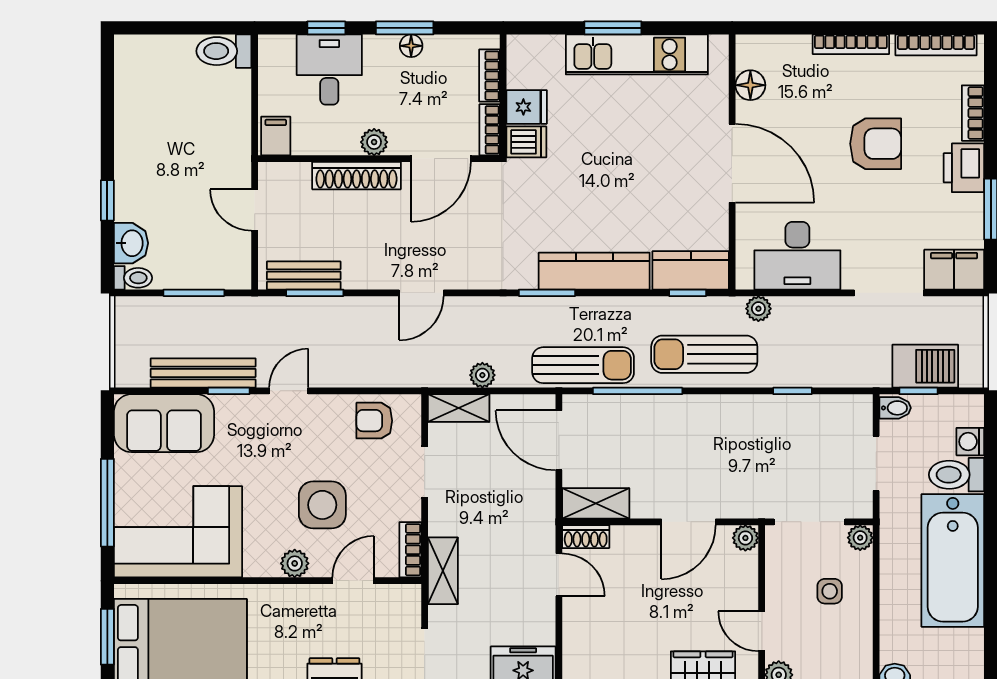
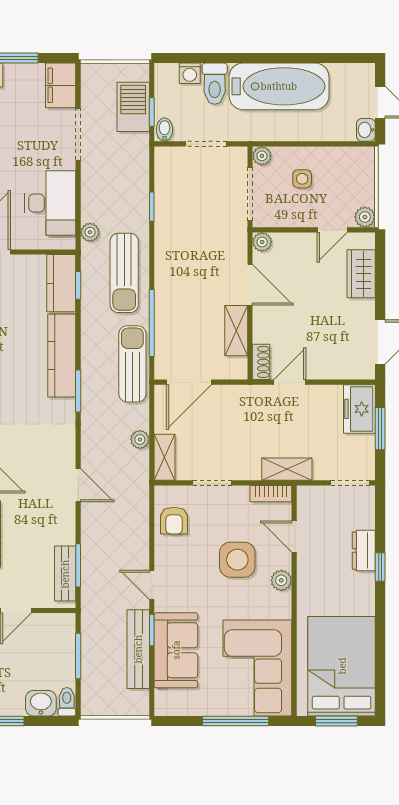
sofa: (164, 423) -> (176, 650), moved
shelving: (596, 503) -> (236, 331), moved

